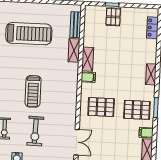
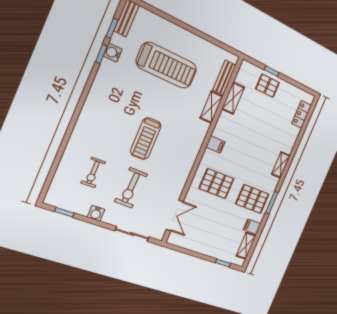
pallet: (113, 17) -> (268, 86), turned 90
shelving: (88, 59) -> (233, 98), moved

